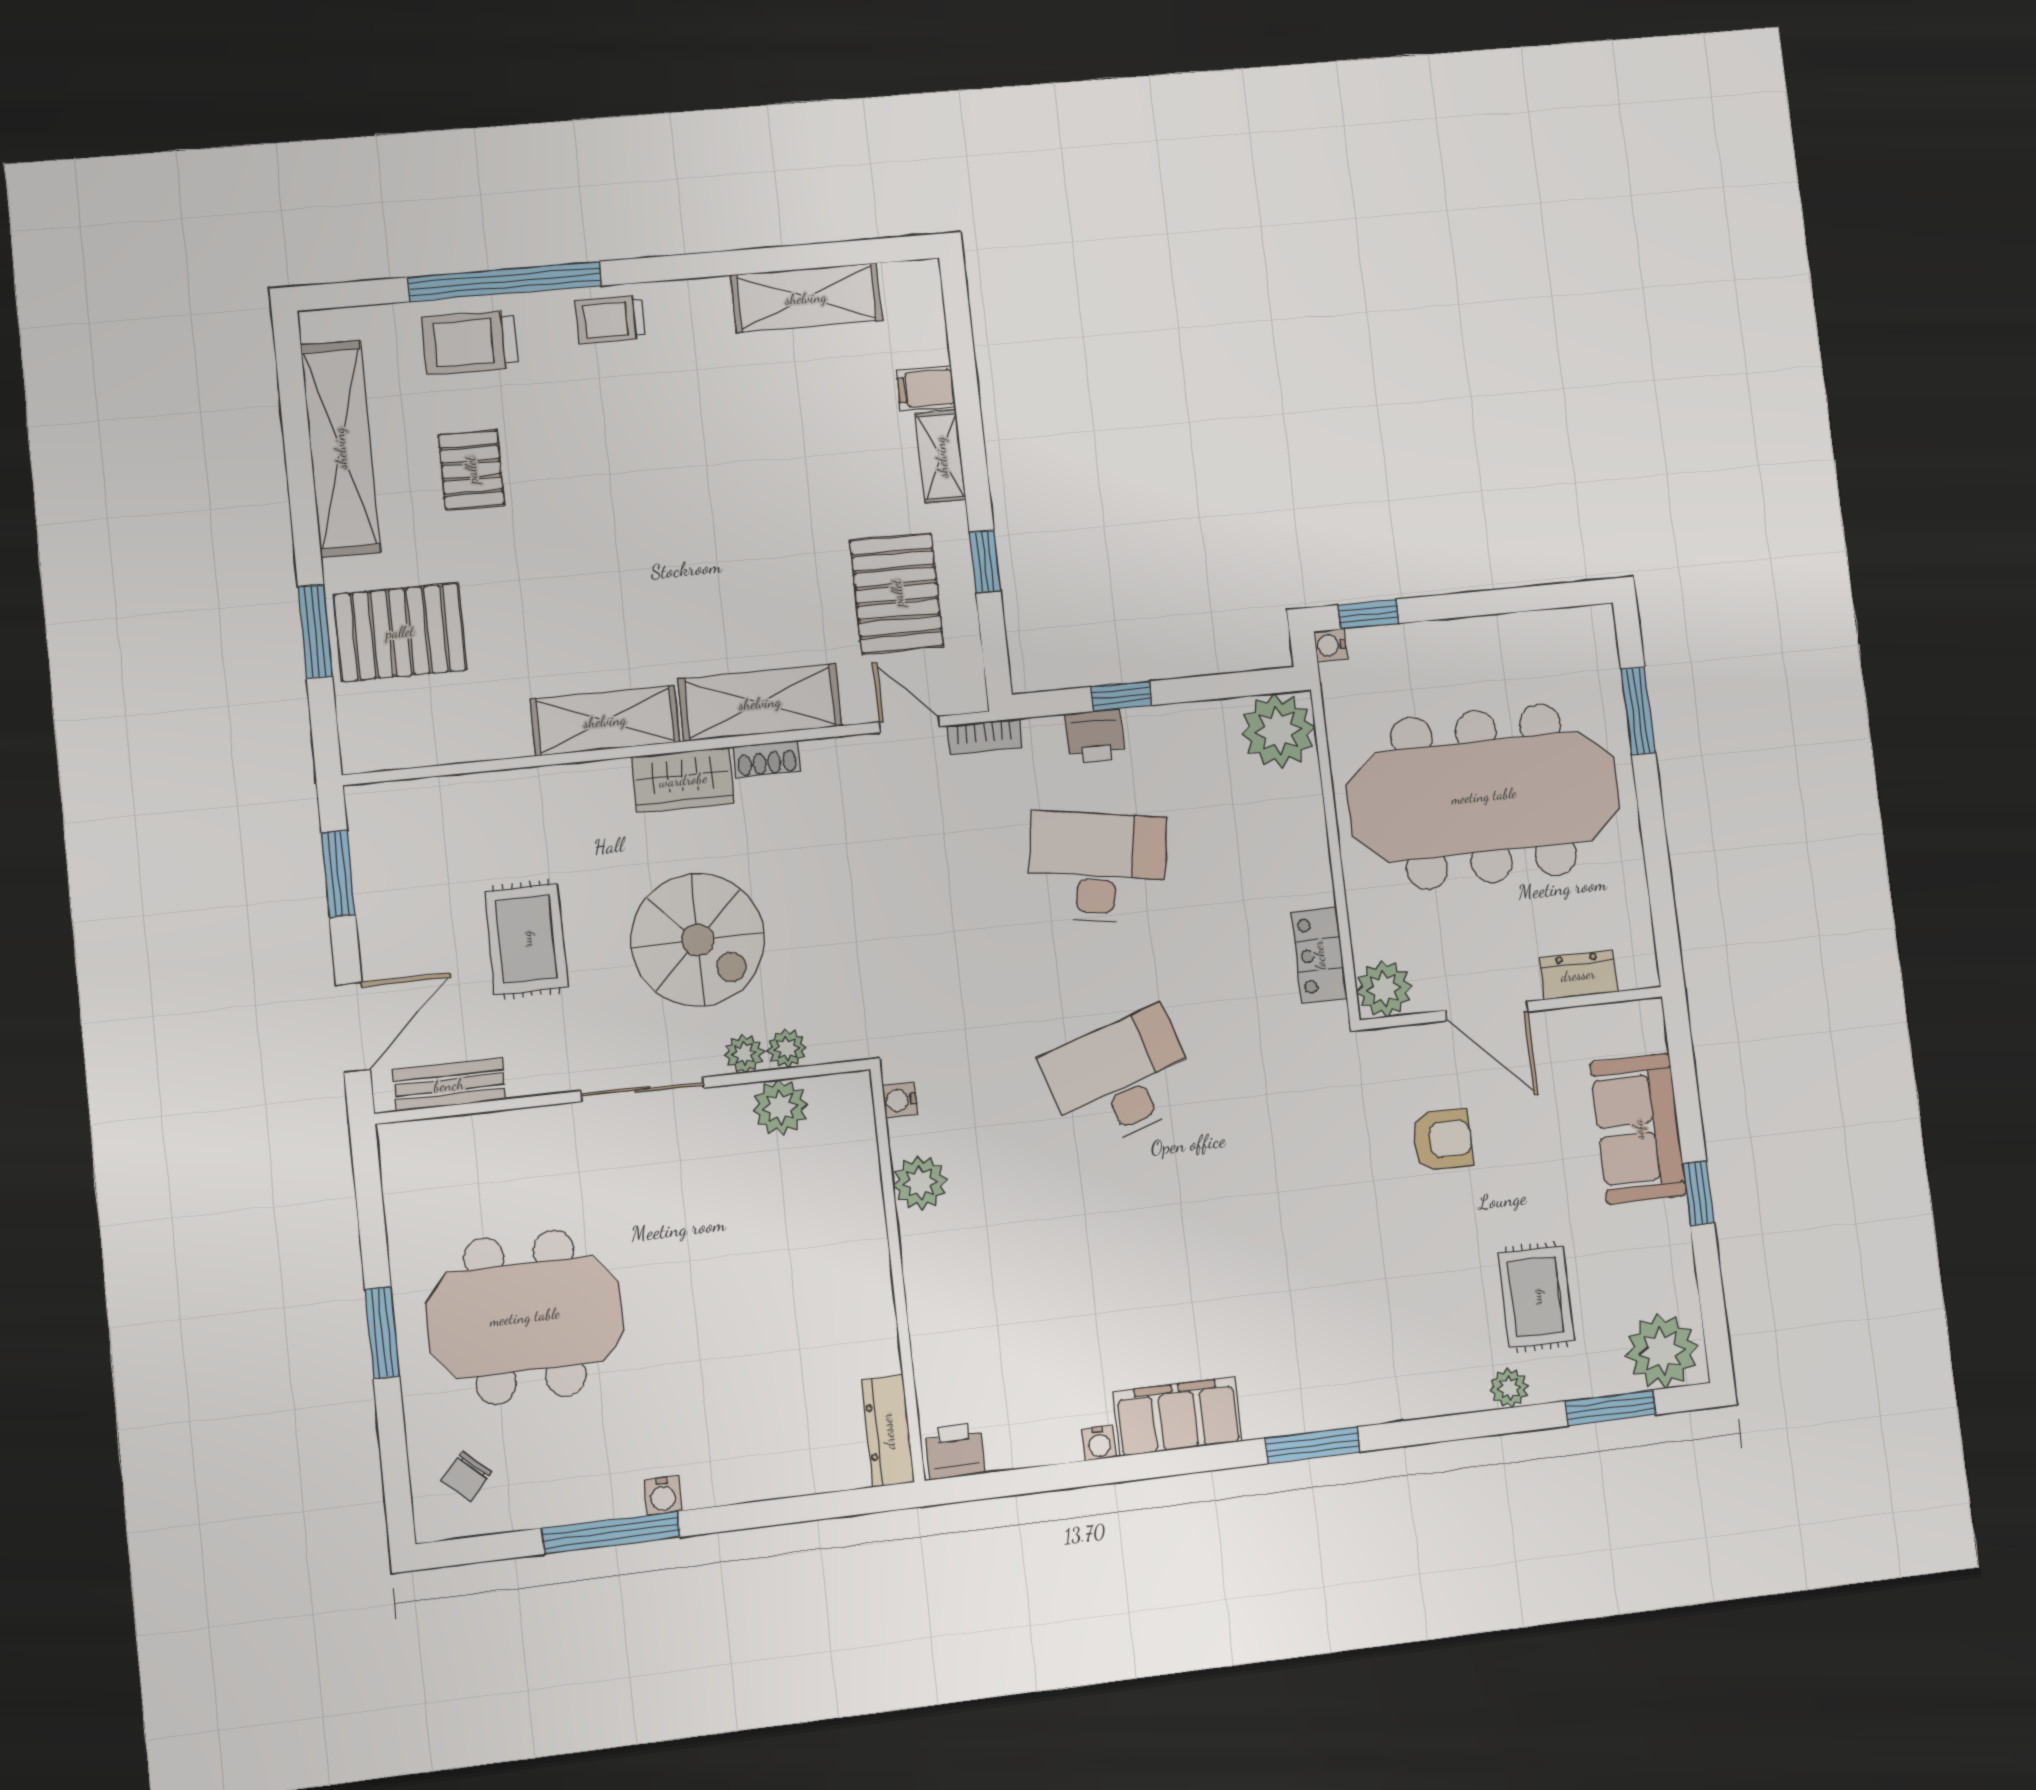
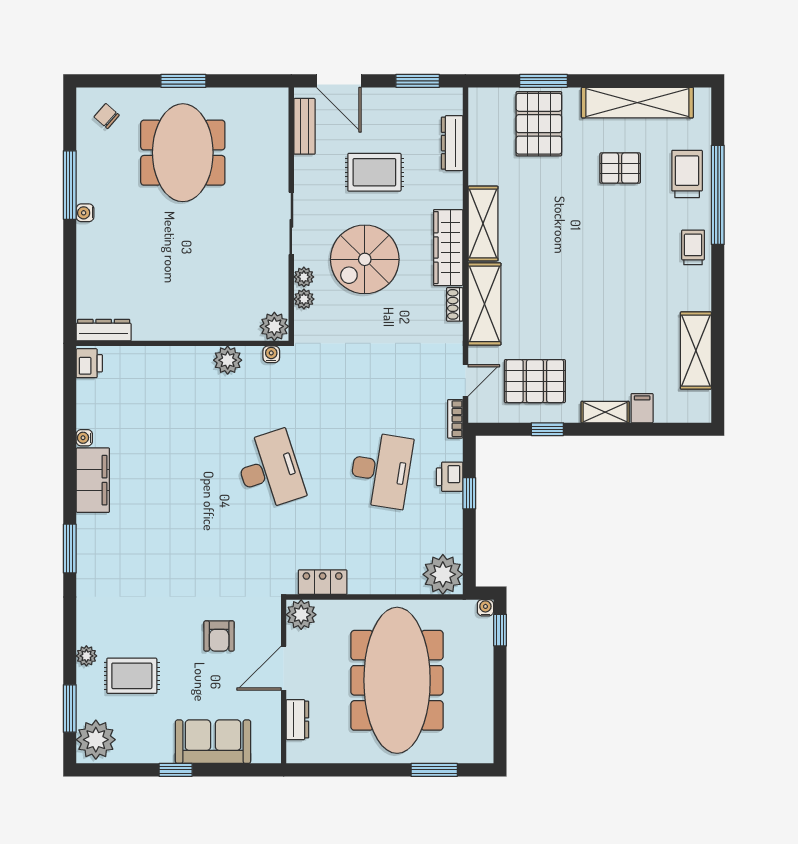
wardrobe: (683, 780) -> (448, 248), width x1.50
dresser: (454, 795) -> (452, 143), added
plant: (780, 1107) -> (274, 326), moved

